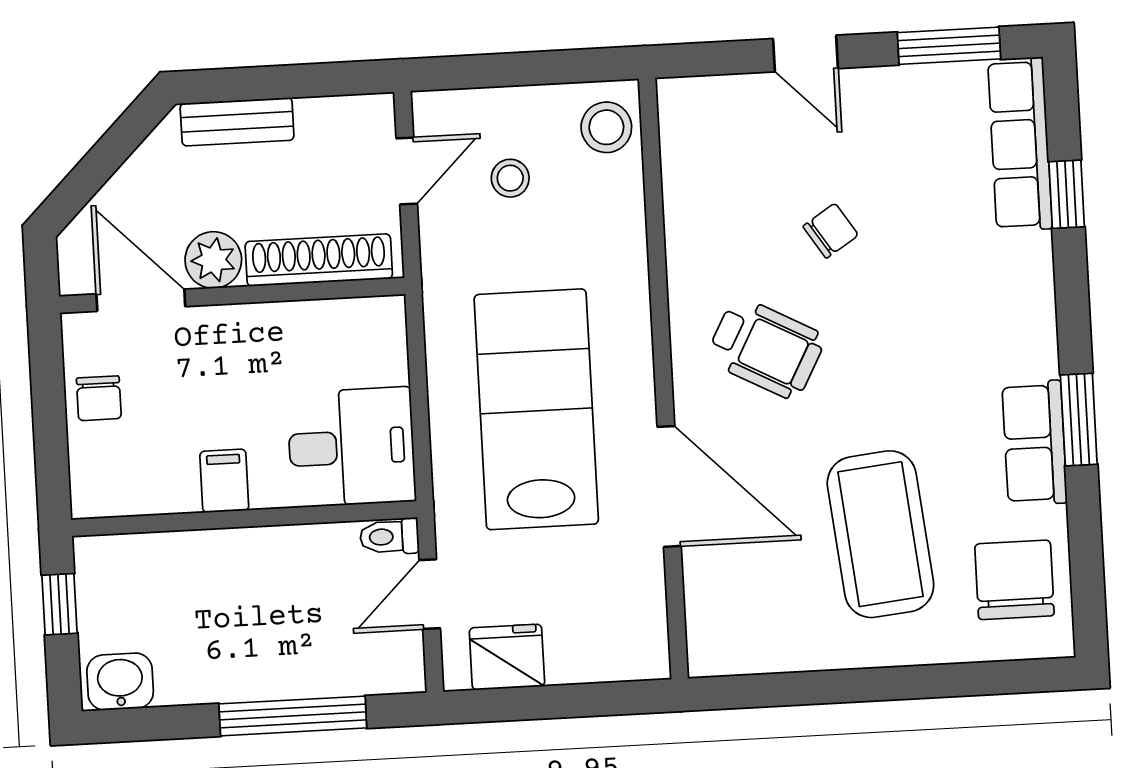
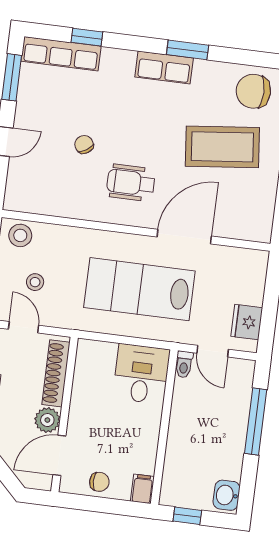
wheelchair: (766, 348) -> (131, 183), turned -118
row of seats: (1035, 443) -> (164, 68), moved
filing cabinet: (224, 481) -> (142, 489), moved, turned 90

